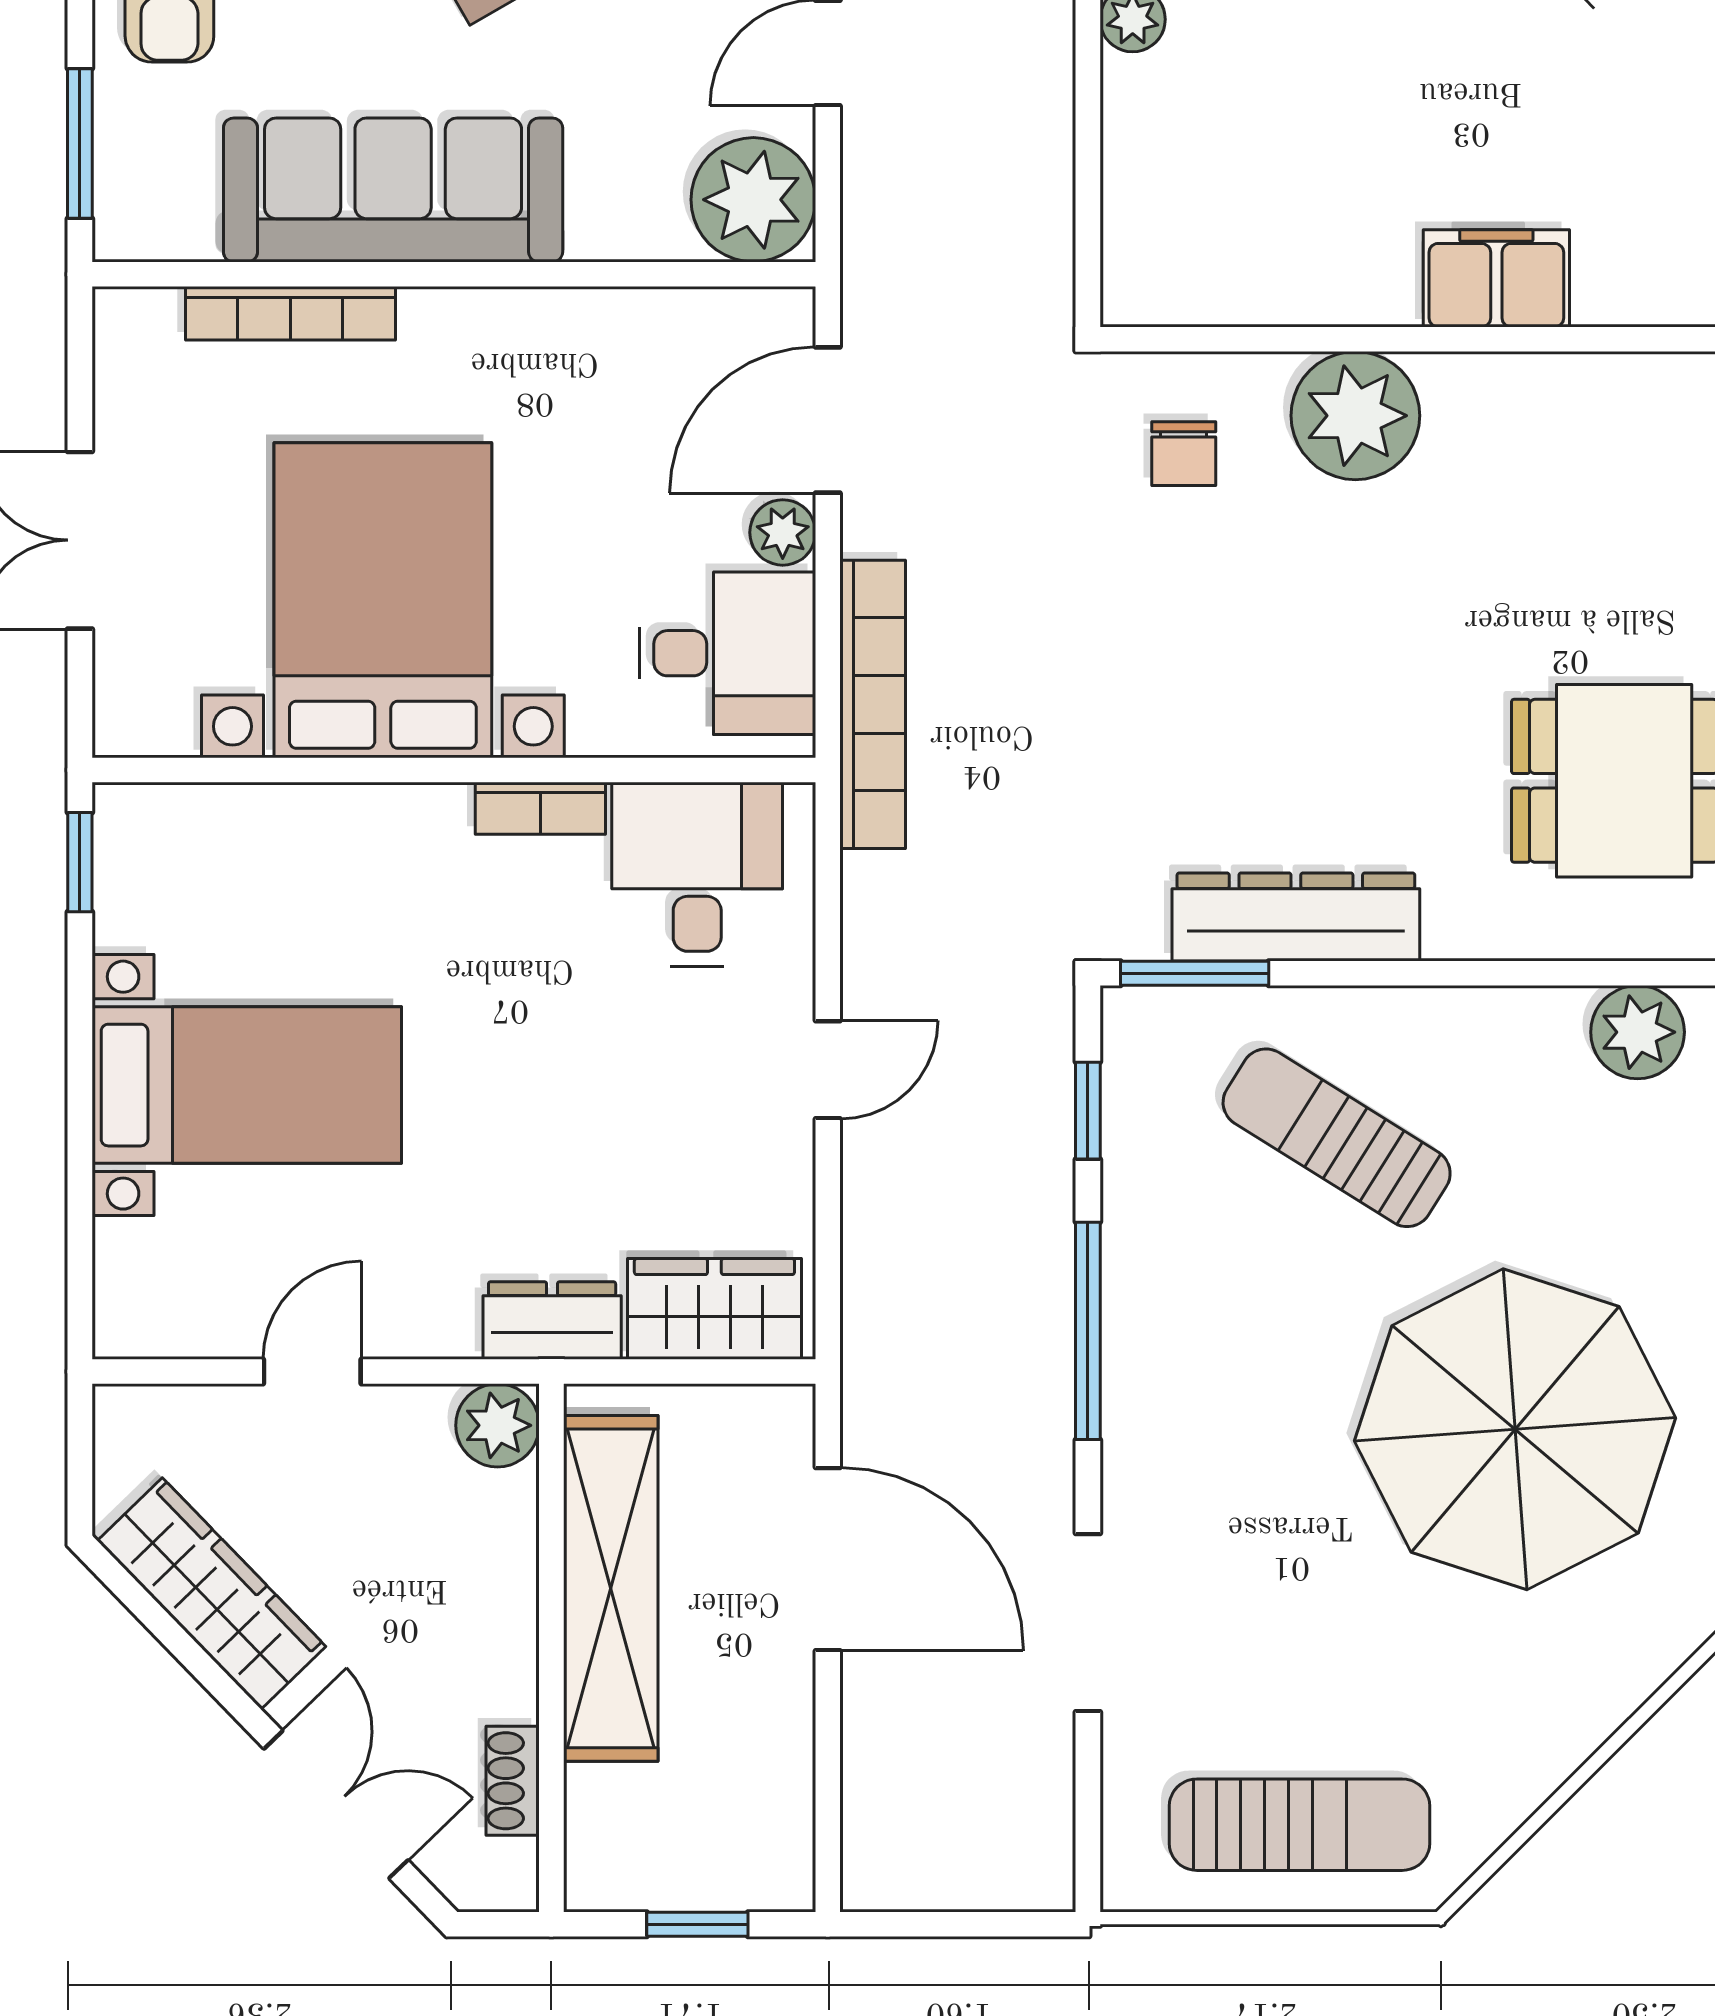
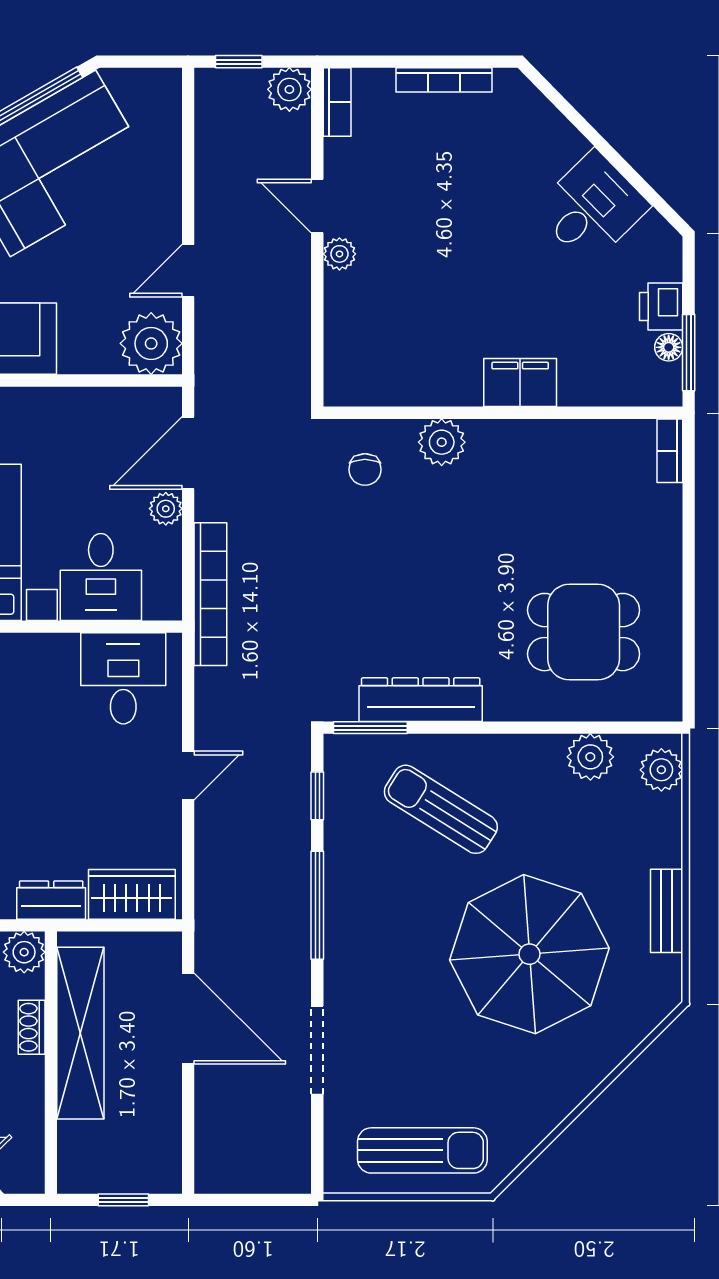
plant: (1355, 416) -> (442, 442), width x0.73, depth x0.73
desk: (728, 653) -> (101, 577), moved, turned 90
bookcase: (540, 808) -> (45, 646), removed
shoe rack: (513, 1781) -> (32, 1027), moved

